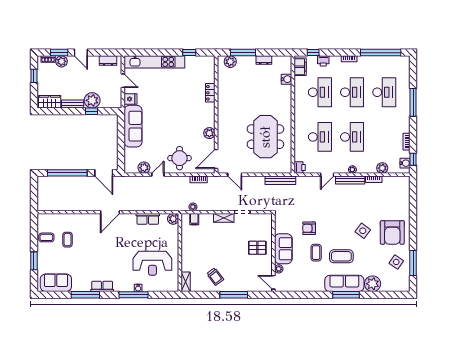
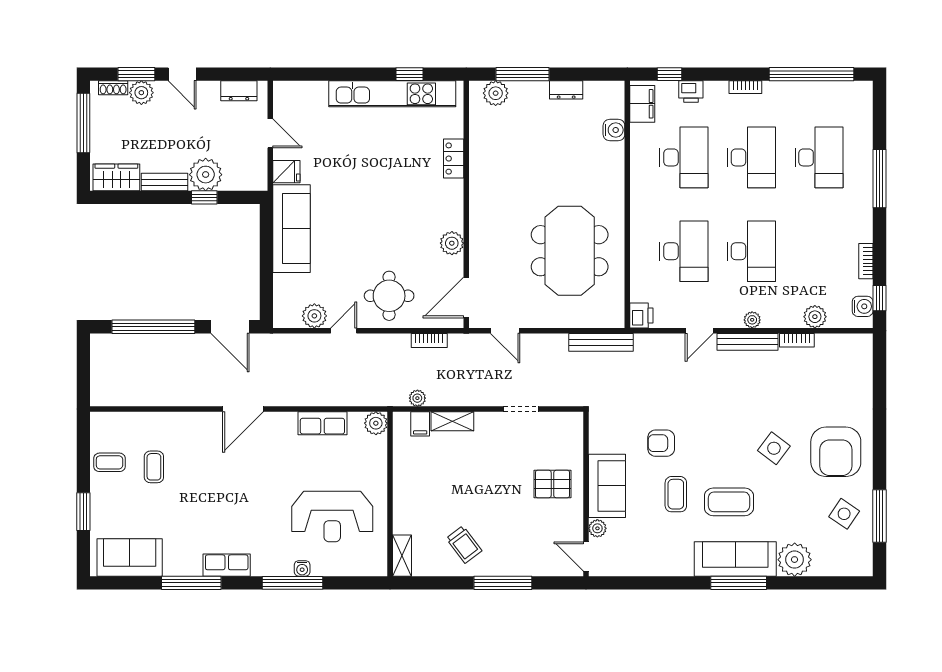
kitchen unit: (154, 62) -> (392, 94), moved
window: (34, 76) -> (83, 123), width x2.17
shelving: (224, 218) -> (452, 421), moved

